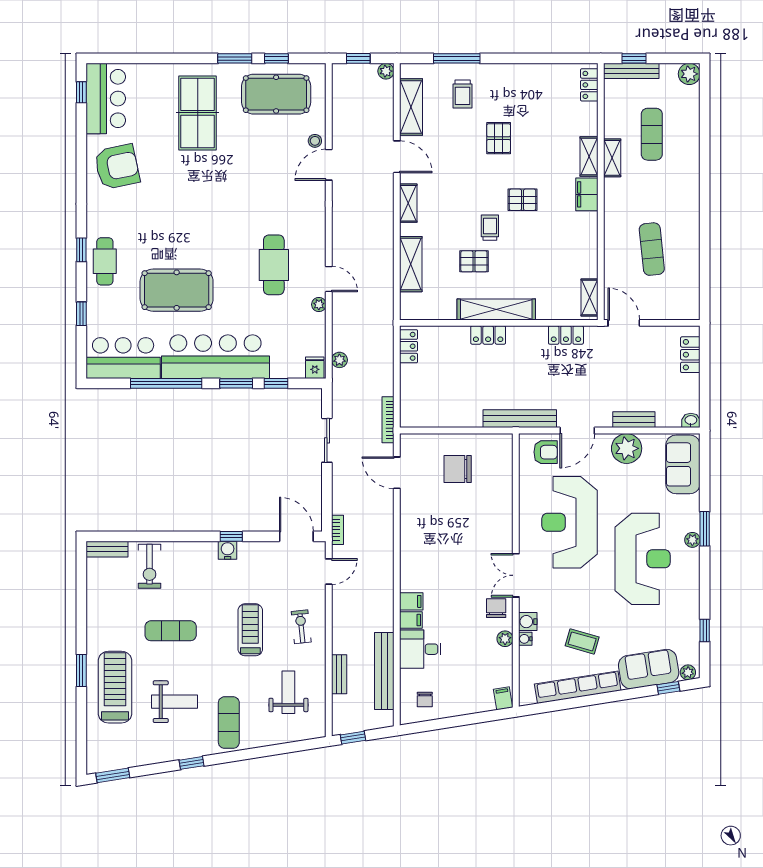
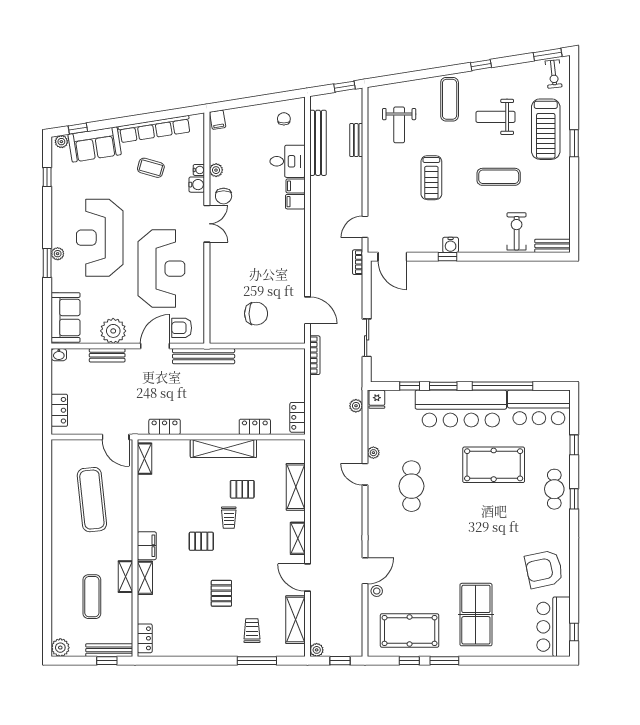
exercise mat: (652, 249) -> (92, 500), width x1.36, depth x1.45
locker: (488, 335) -> (255, 427), moved
exercise bike: (301, 627) -> (554, 74), moved

